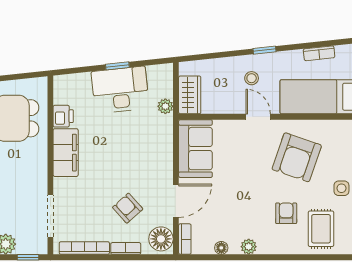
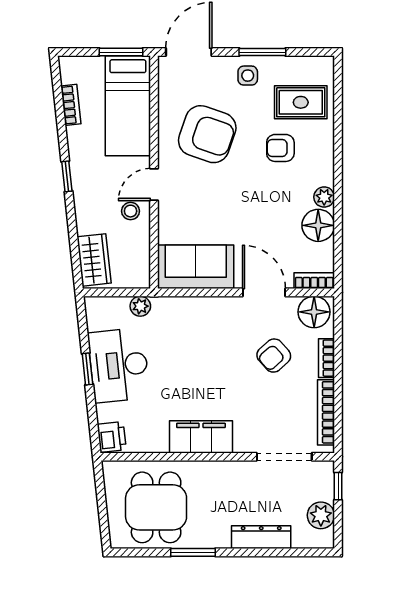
stool: (252, 78) -> (131, 211), moved
wardrobe: (190, 95) -> (94, 260), moved, turned 84
printer: (63, 116) -> (112, 437), moved, turned 84
floor lamp: (221, 248) -> (318, 225), width x1.89, depth x1.89

